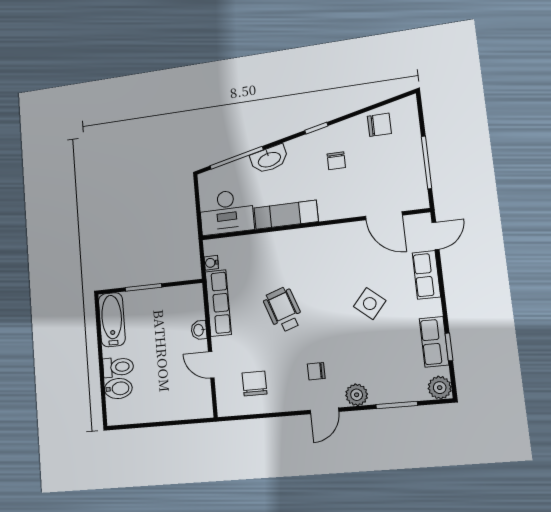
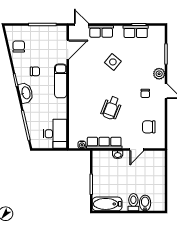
washbasin: (269, 159) -> (26, 93), moved
exam couch: (286, 215) -> (61, 81), moved
wheelchair: (283, 310) -> (111, 108), turned -50
plant: (440, 388) -> (159, 32), removed

